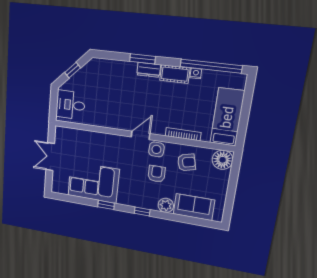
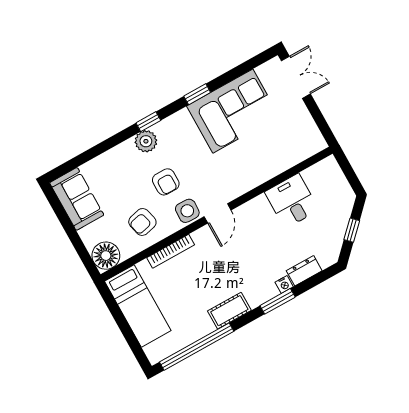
dresser: (149, 70) -> (304, 271), moved
nightstand: (196, 73) -> (284, 284), moved
desk: (70, 105) -> (292, 201), moved, turned -90
double door: (50, 157) -> (296, 77), moved
plant: (166, 205) -> (146, 141), moved
sofa: (194, 207) -> (77, 199), moved, turned -90

